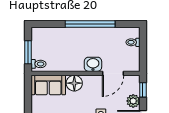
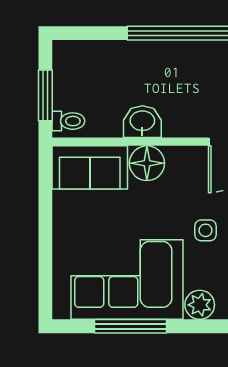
washbasin: (93, 64) -> (142, 122), moved

